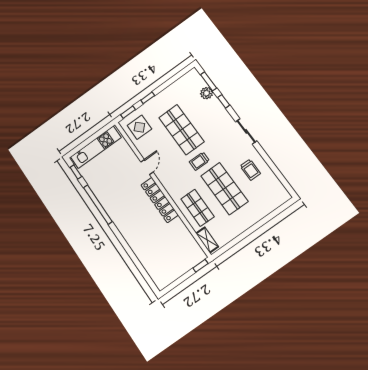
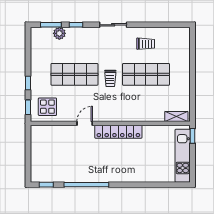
kitchen unit: (96, 147) -> (183, 156), moved, turned 180
door: (147, 167) -> (85, 123), hinge flipped
shop shelf: (197, 208) -> (146, 106), removed

